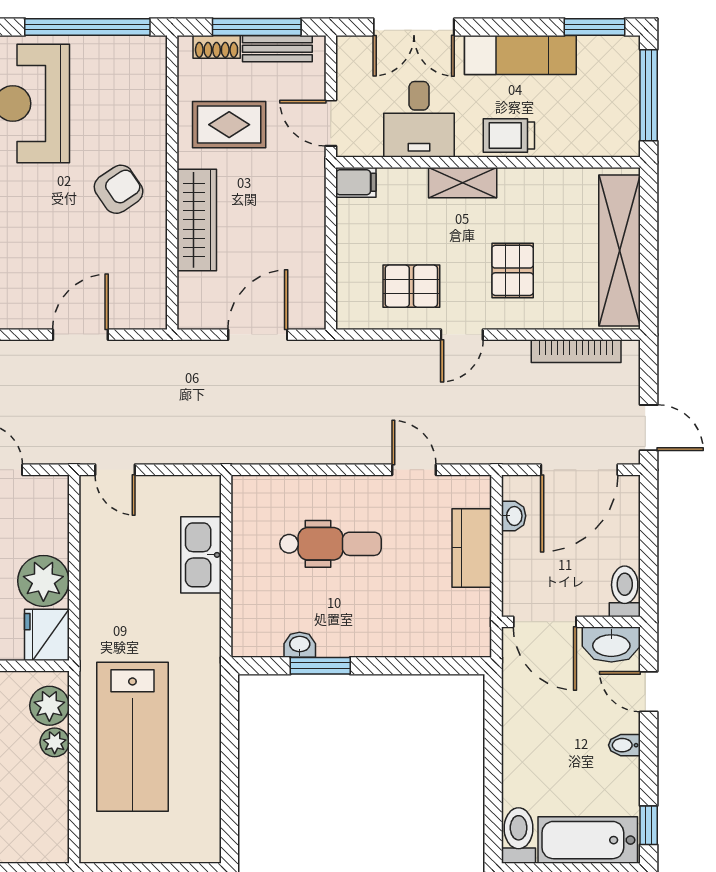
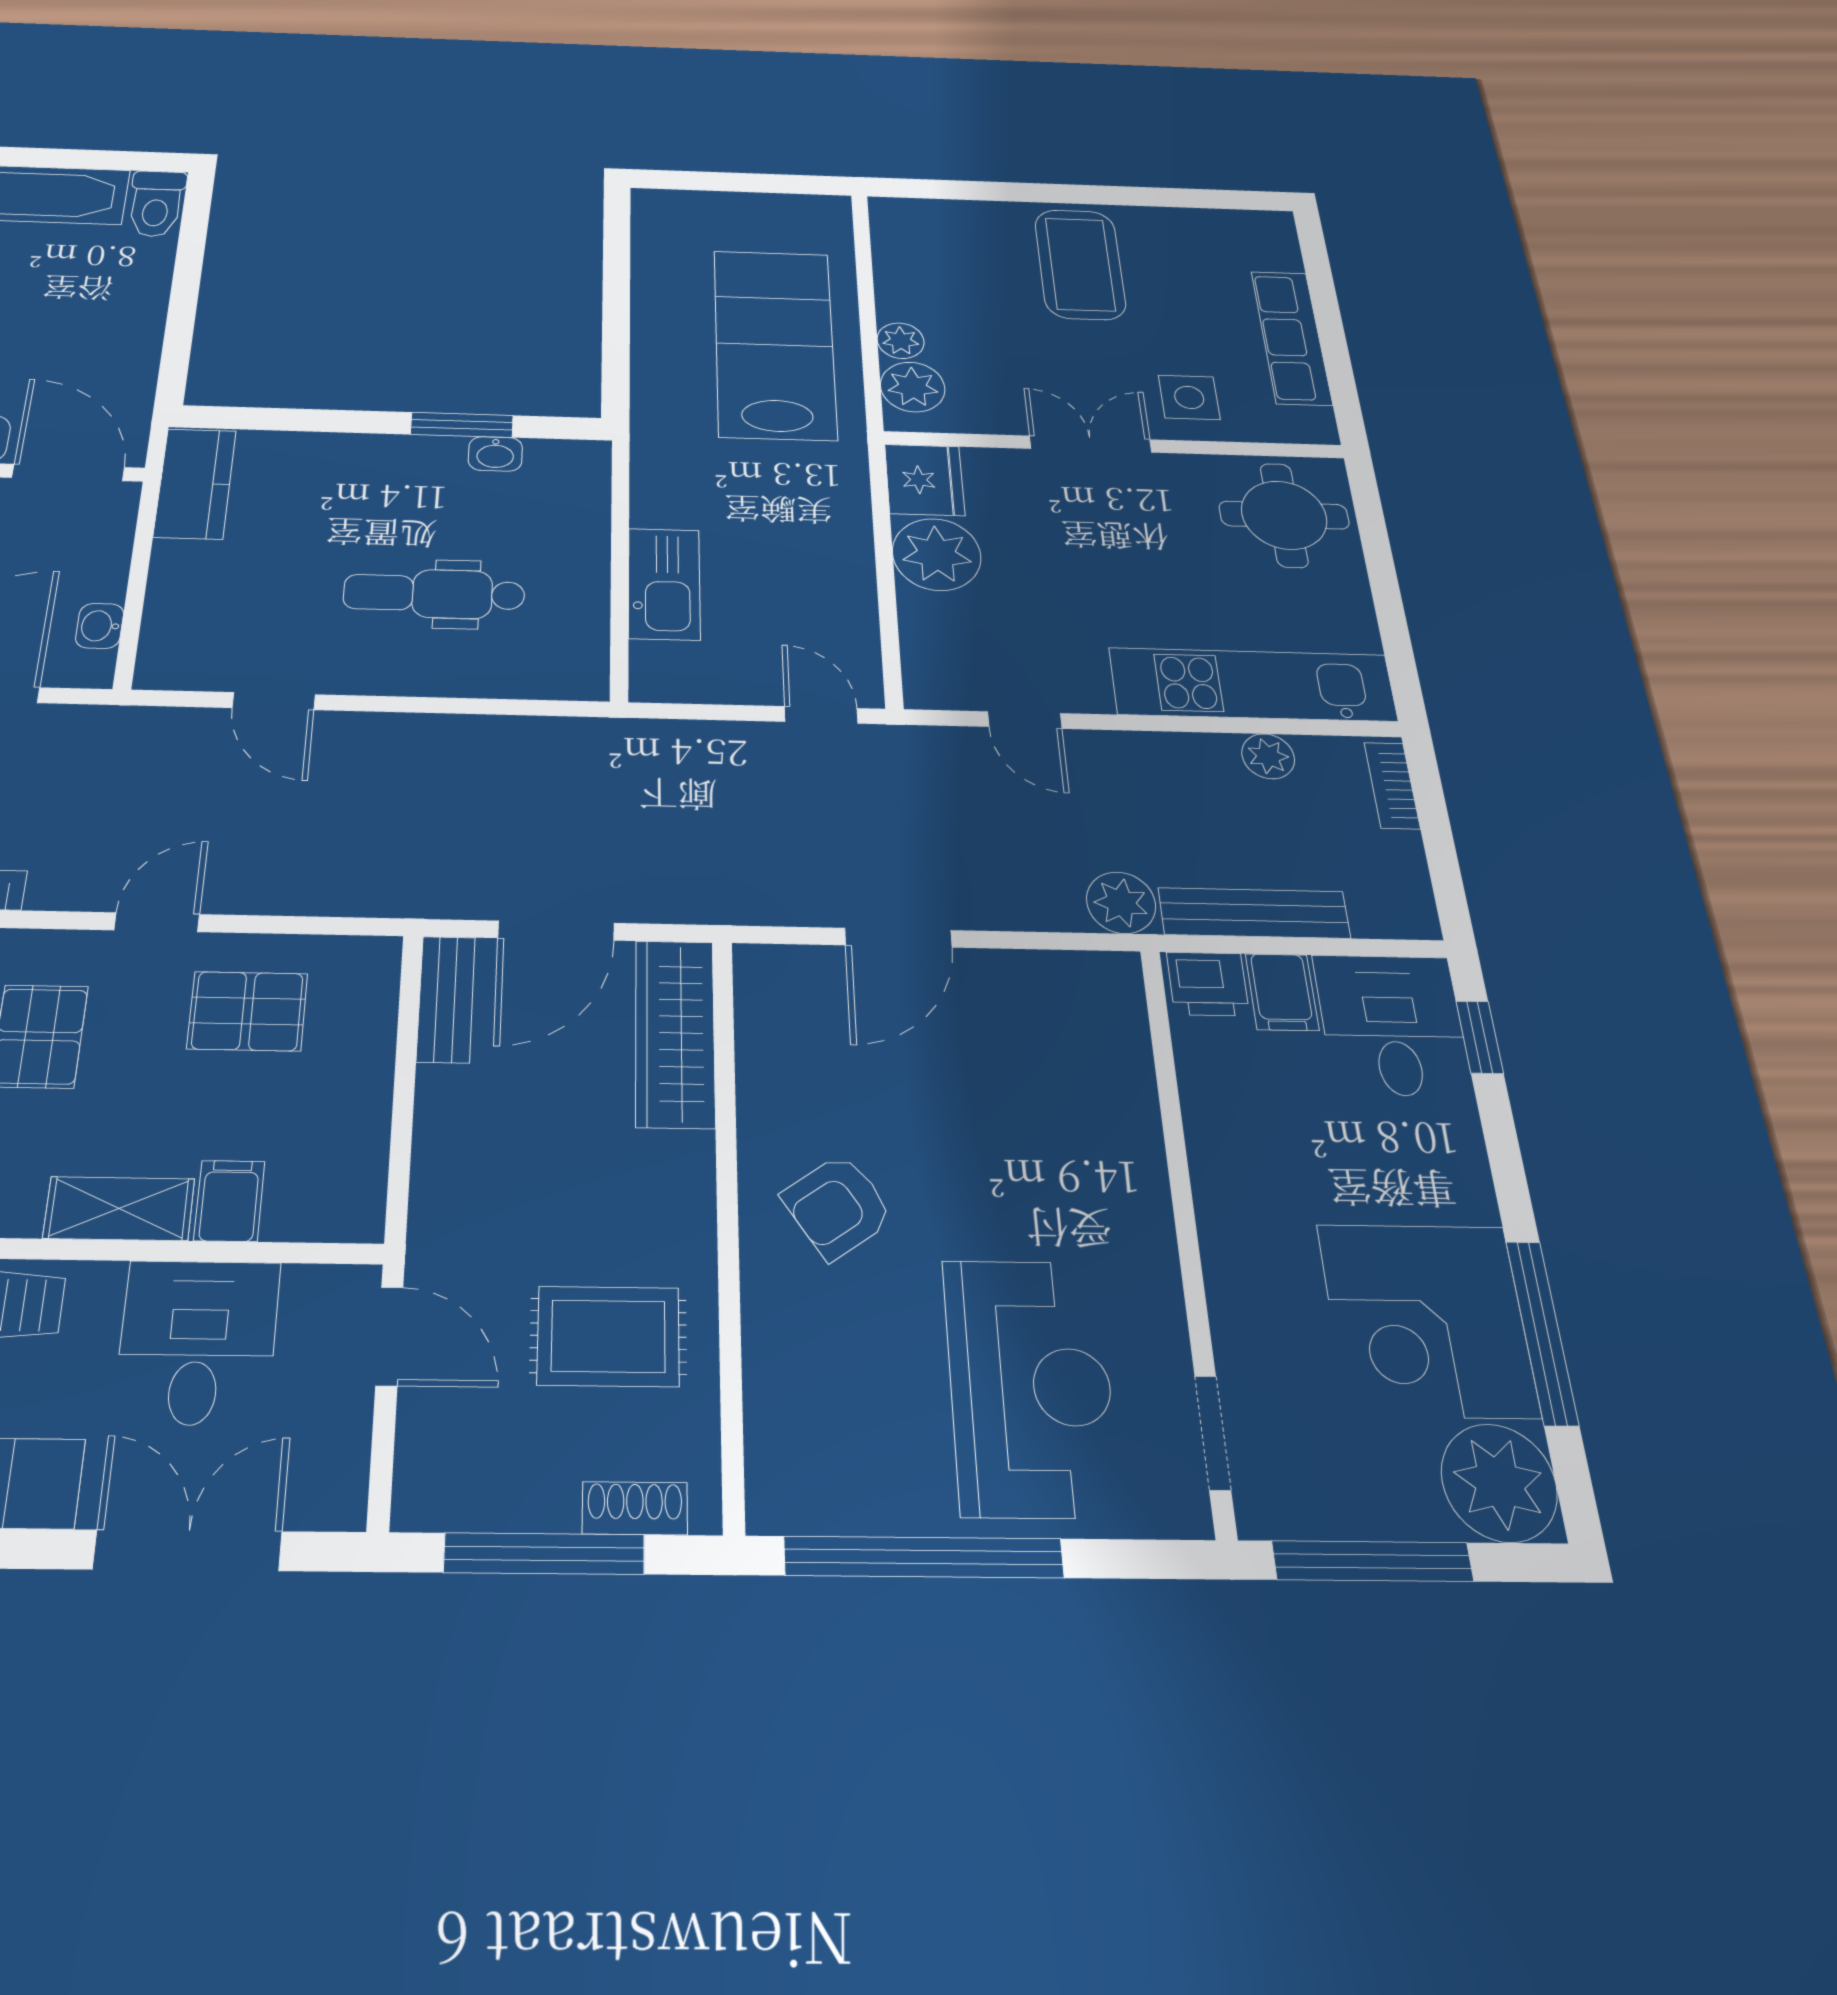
bench: (277, 49) -> (446, 999), moved, turned 90
filing cabinet: (356, 182) -> (229, 1201), moved, turned 90
wardrobe: (197, 220) -> (675, 1033), moved
kitchen counter: (472, 548) -> (195, 483), moved

